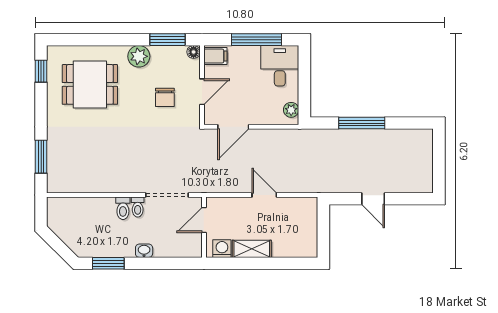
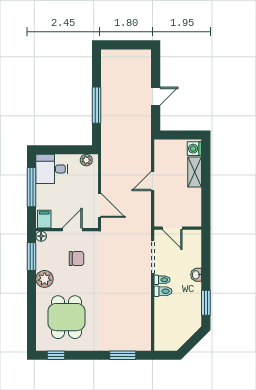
door: (202, 92) -> (72, 230), hinge flipped
washing machine: (222, 249) -> (194, 149), moved
shelving: (252, 249) -> (195, 172), moved

